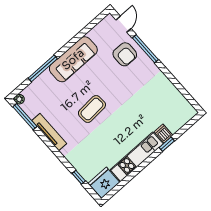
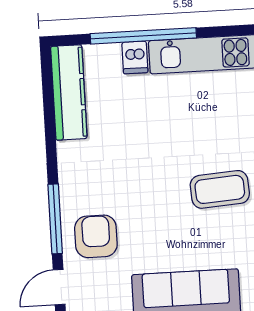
kitchen counter: (178, 101) -> (69, 92), added
window: (167, 144) -> (143, 36), width x3.17

